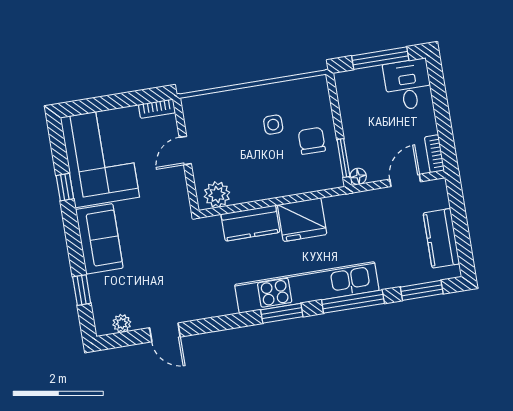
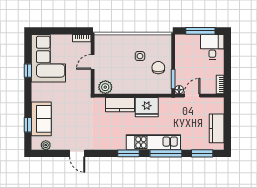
door: (405, 180) -> (192, 96), moved
sofa: (99, 239) -> (41, 119), moved
kitchen unit: (307, 287) -> (153, 142), width x0.73
door: (165, 332) -> (77, 153), moved

